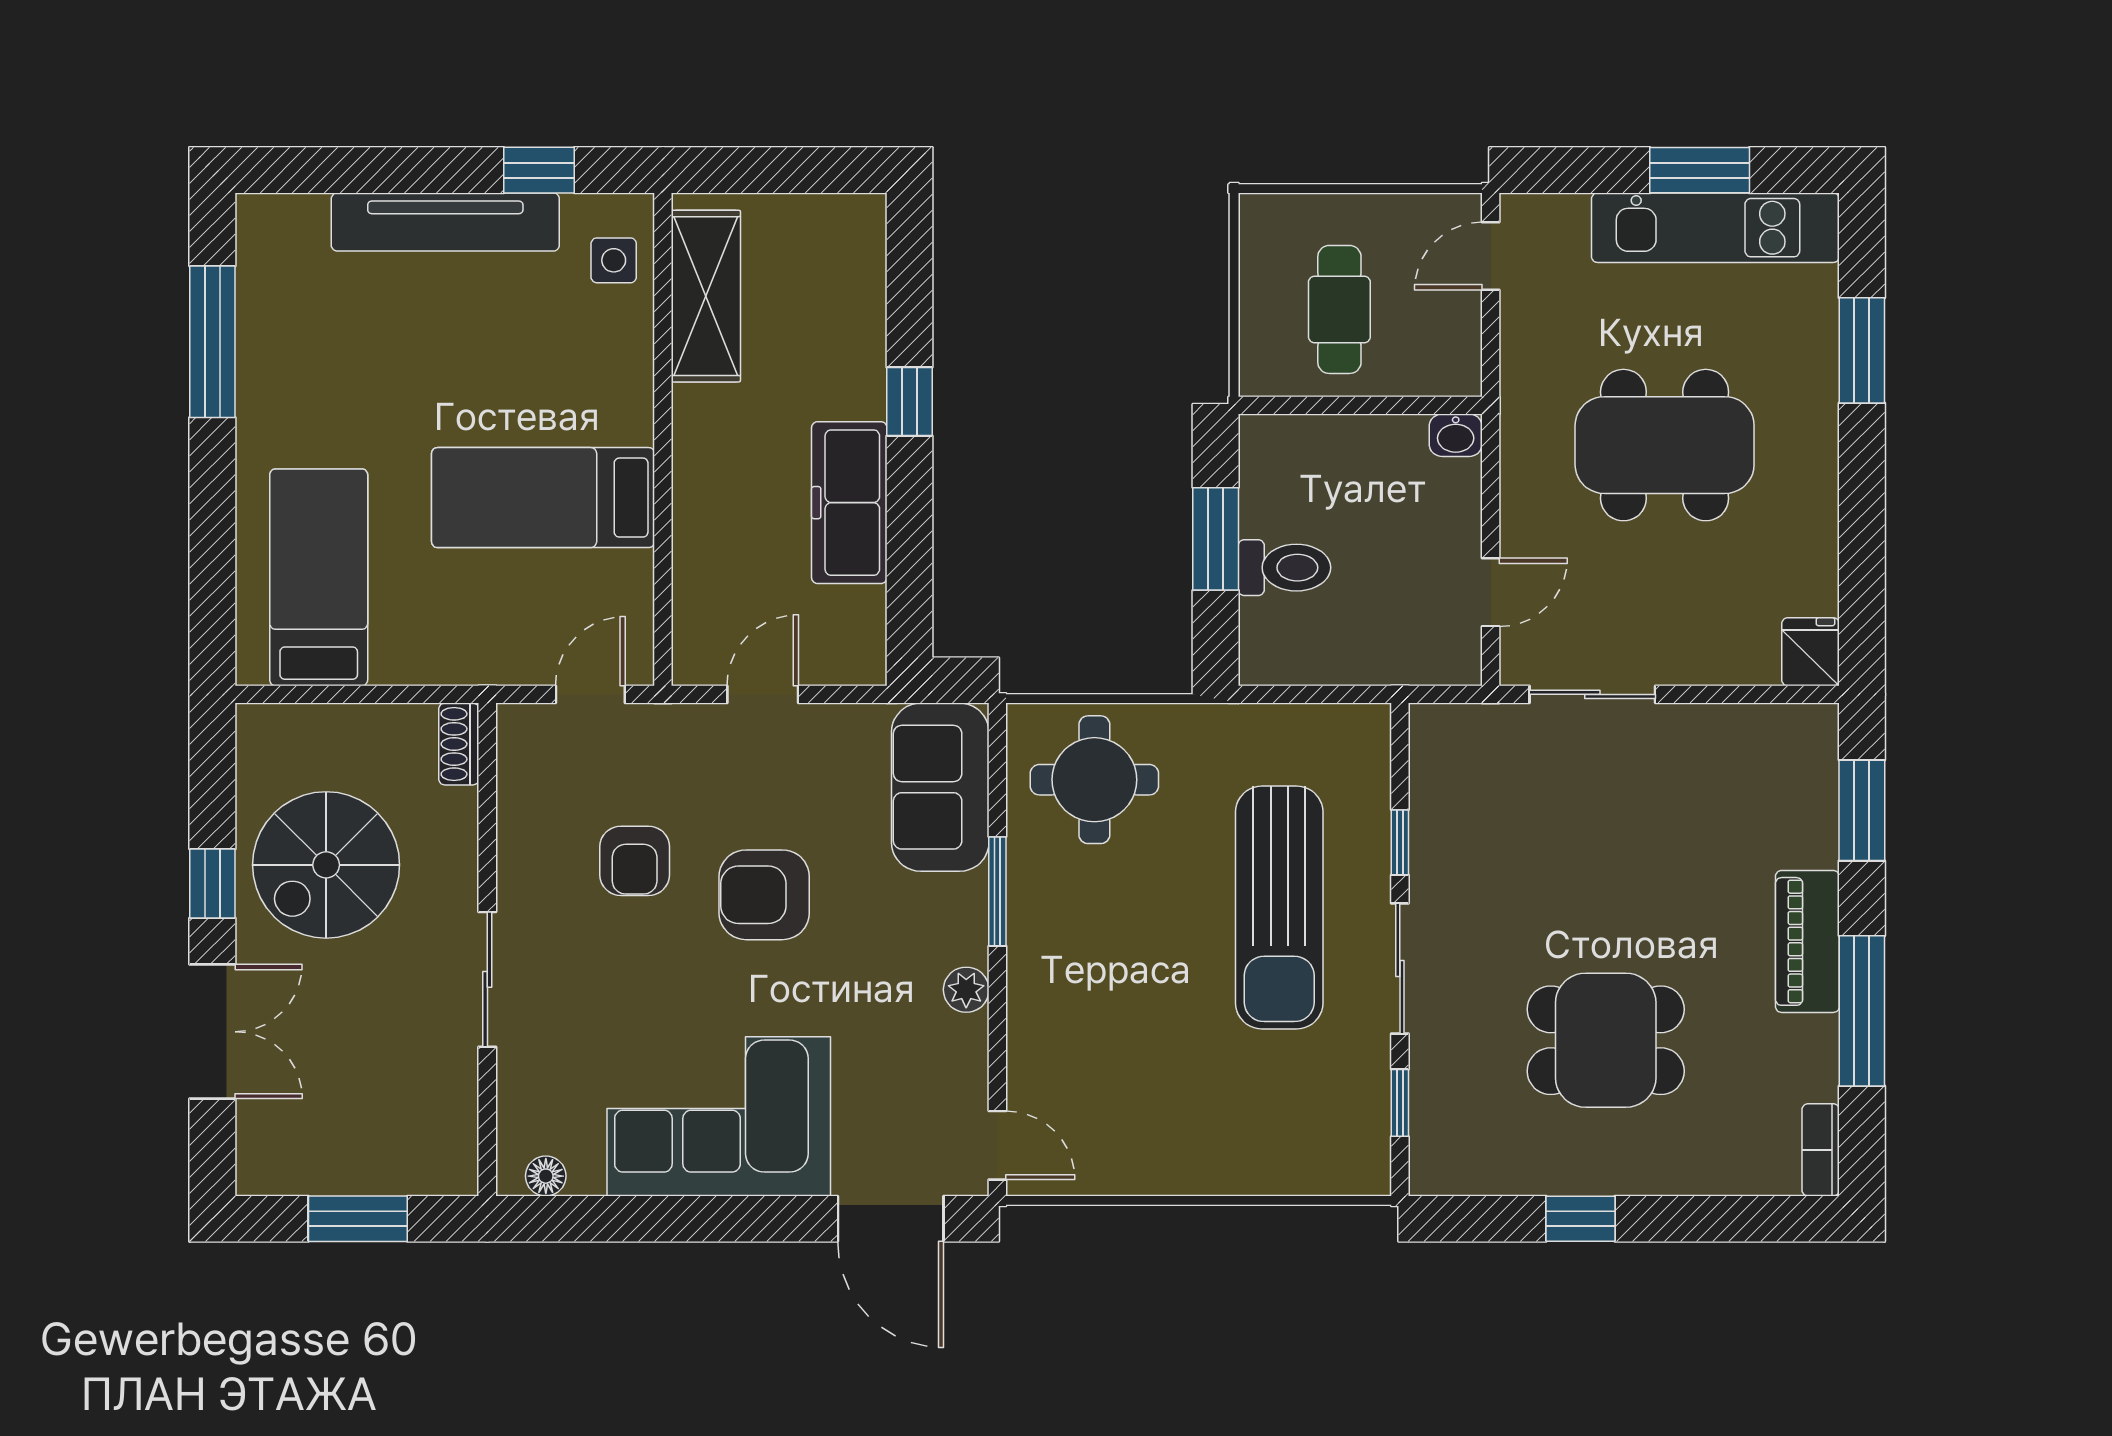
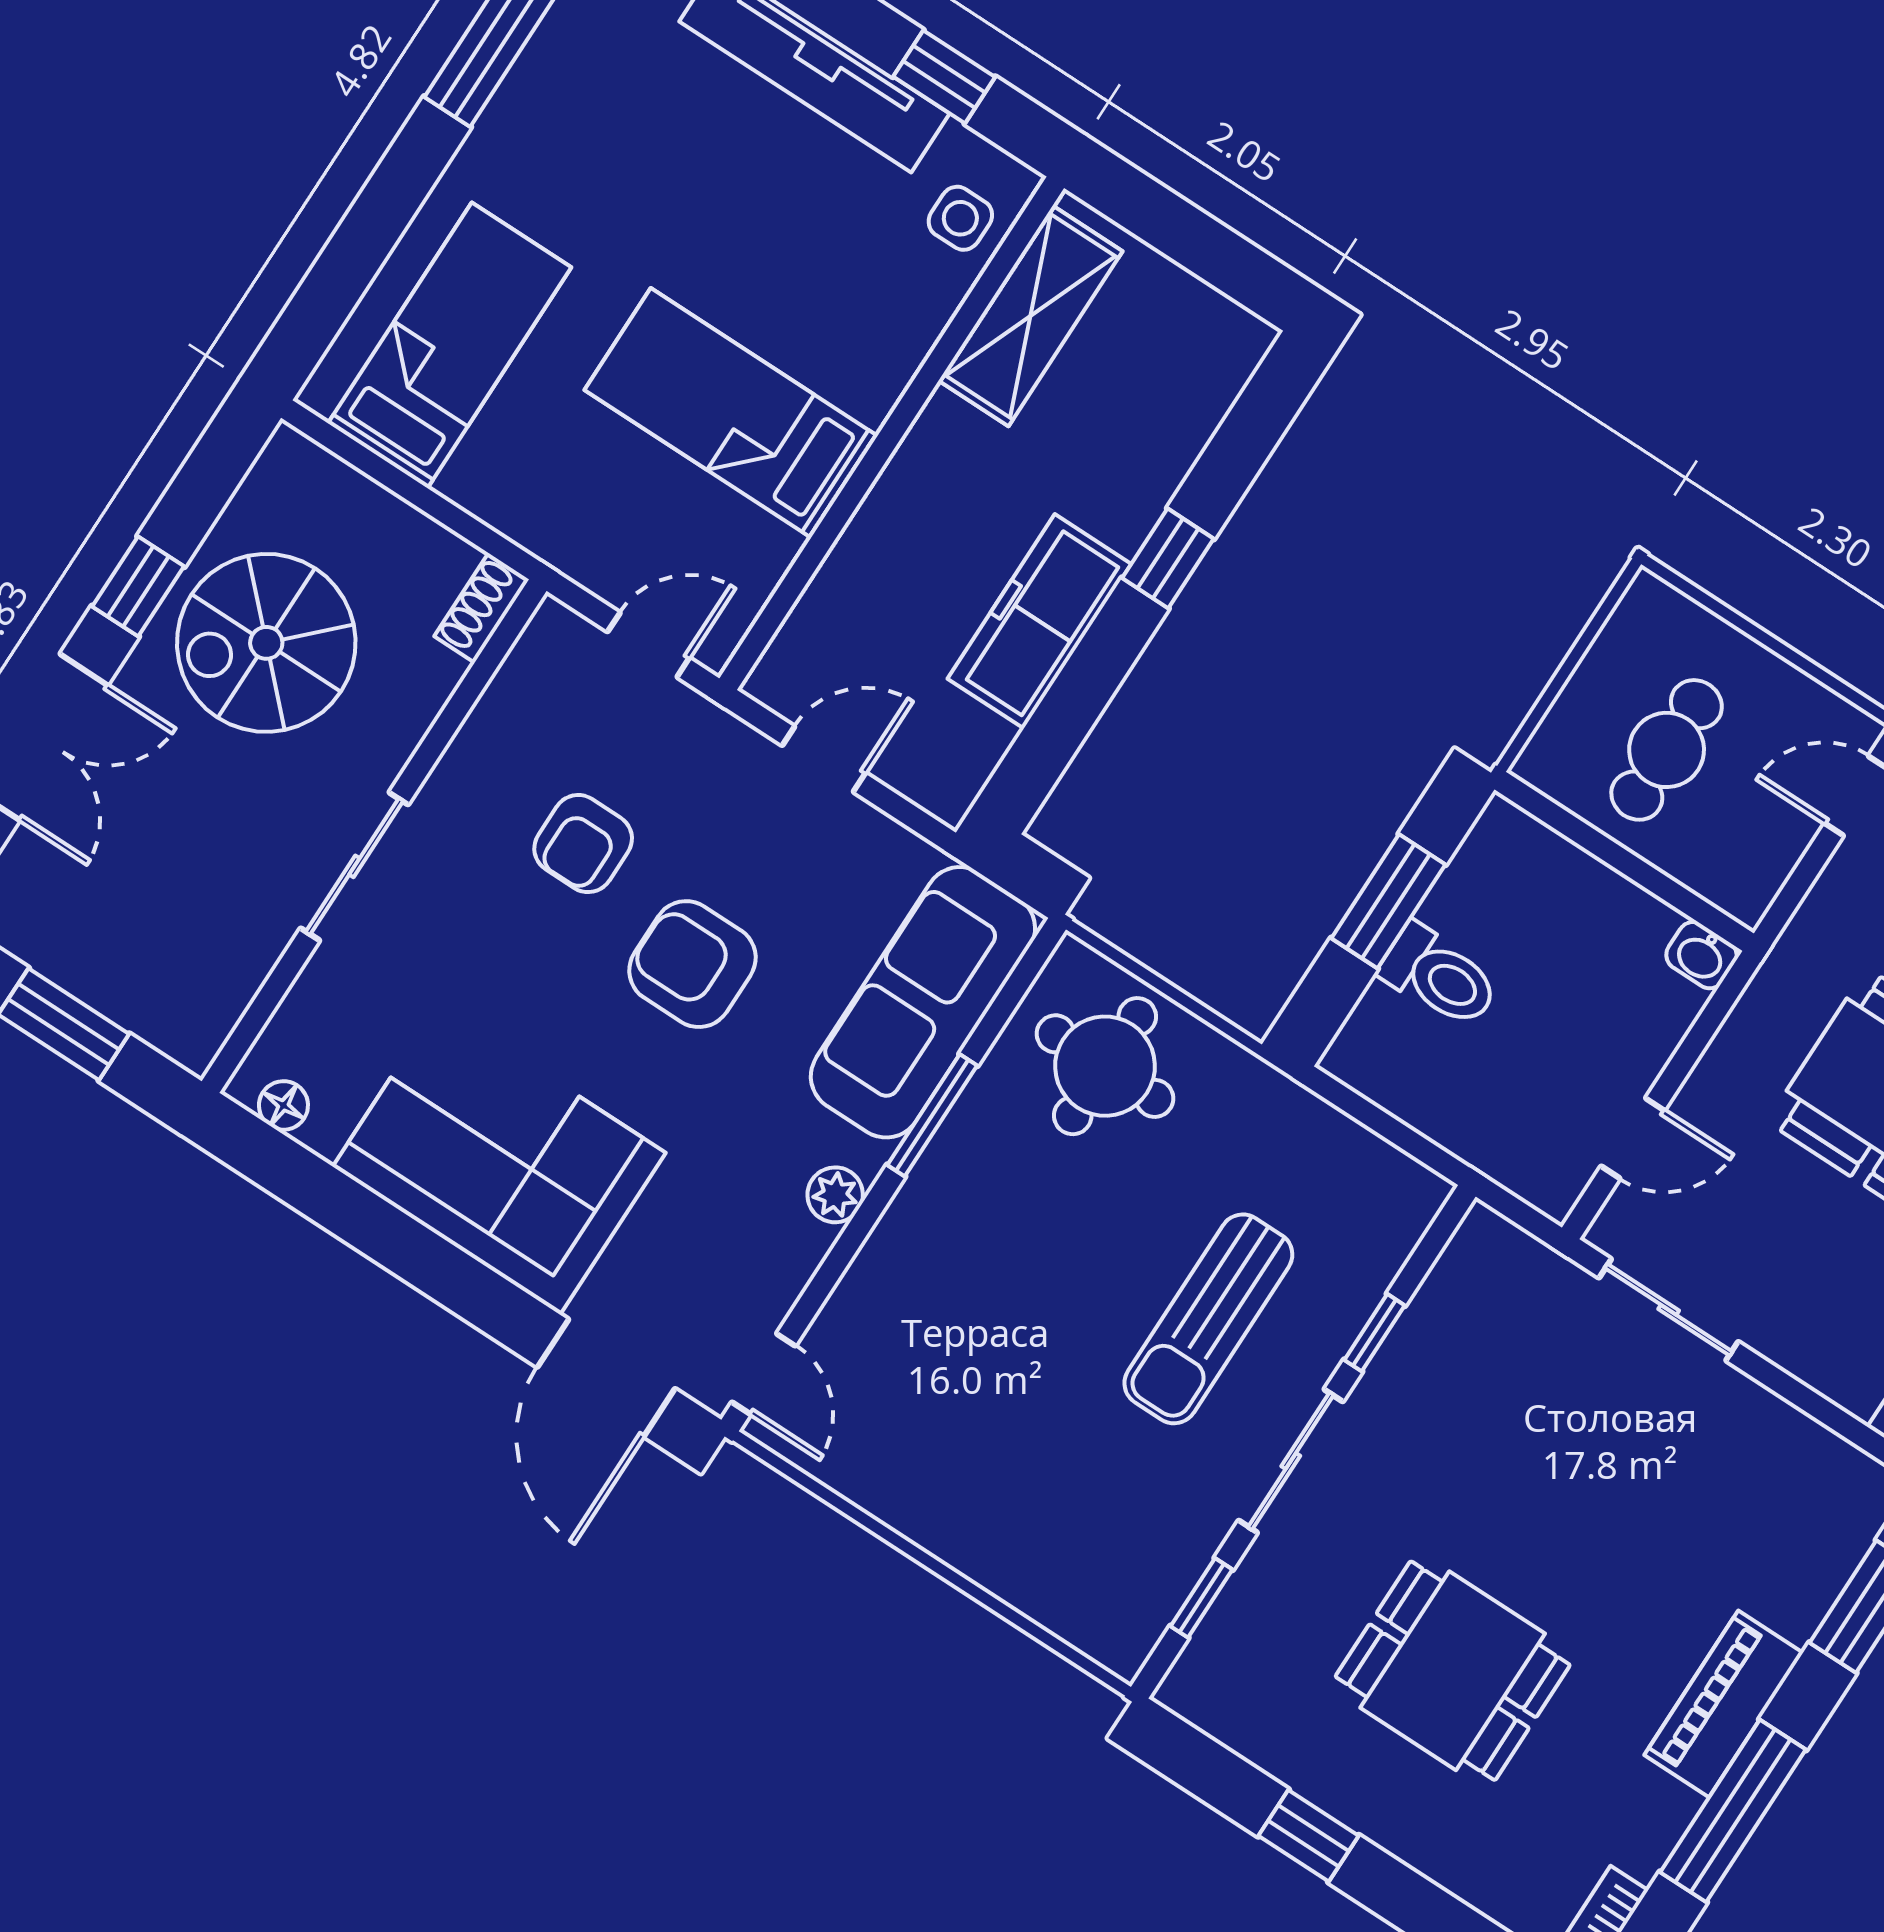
sofa: (940, 787) -> (923, 1002), width x1.36
sun lounger: (1279, 908) -> (1208, 1319), width x0.73, depth x0.75

